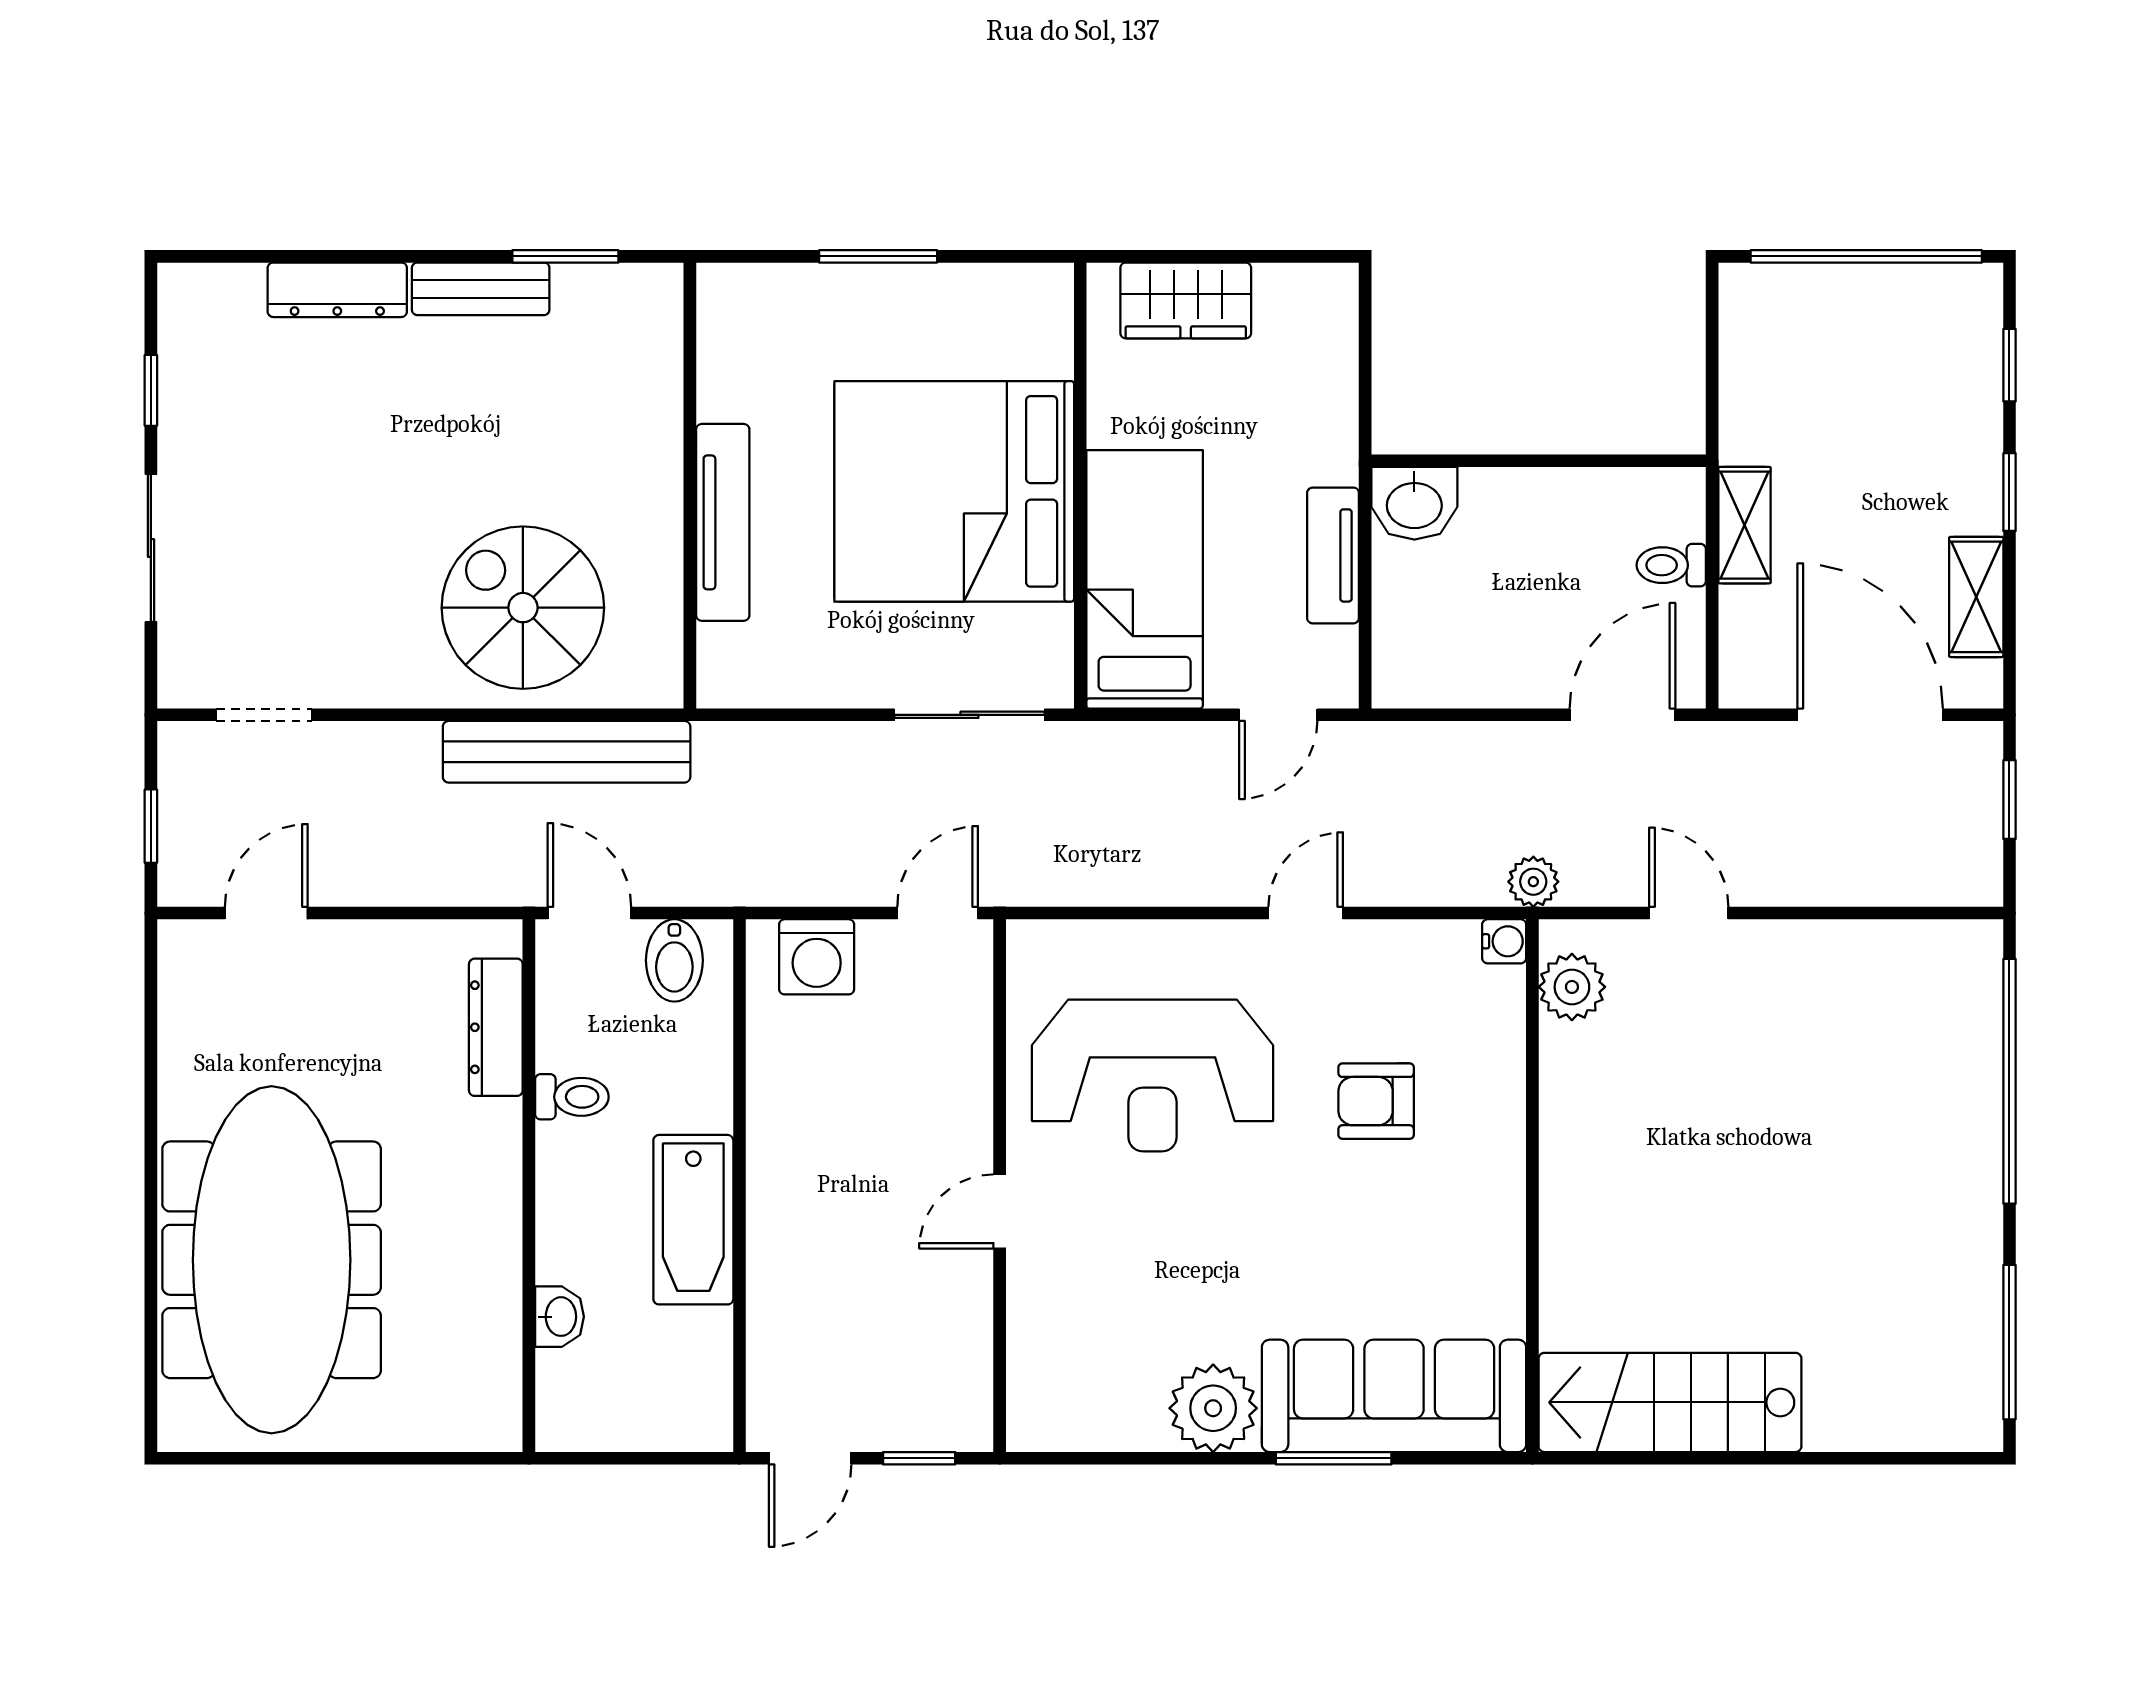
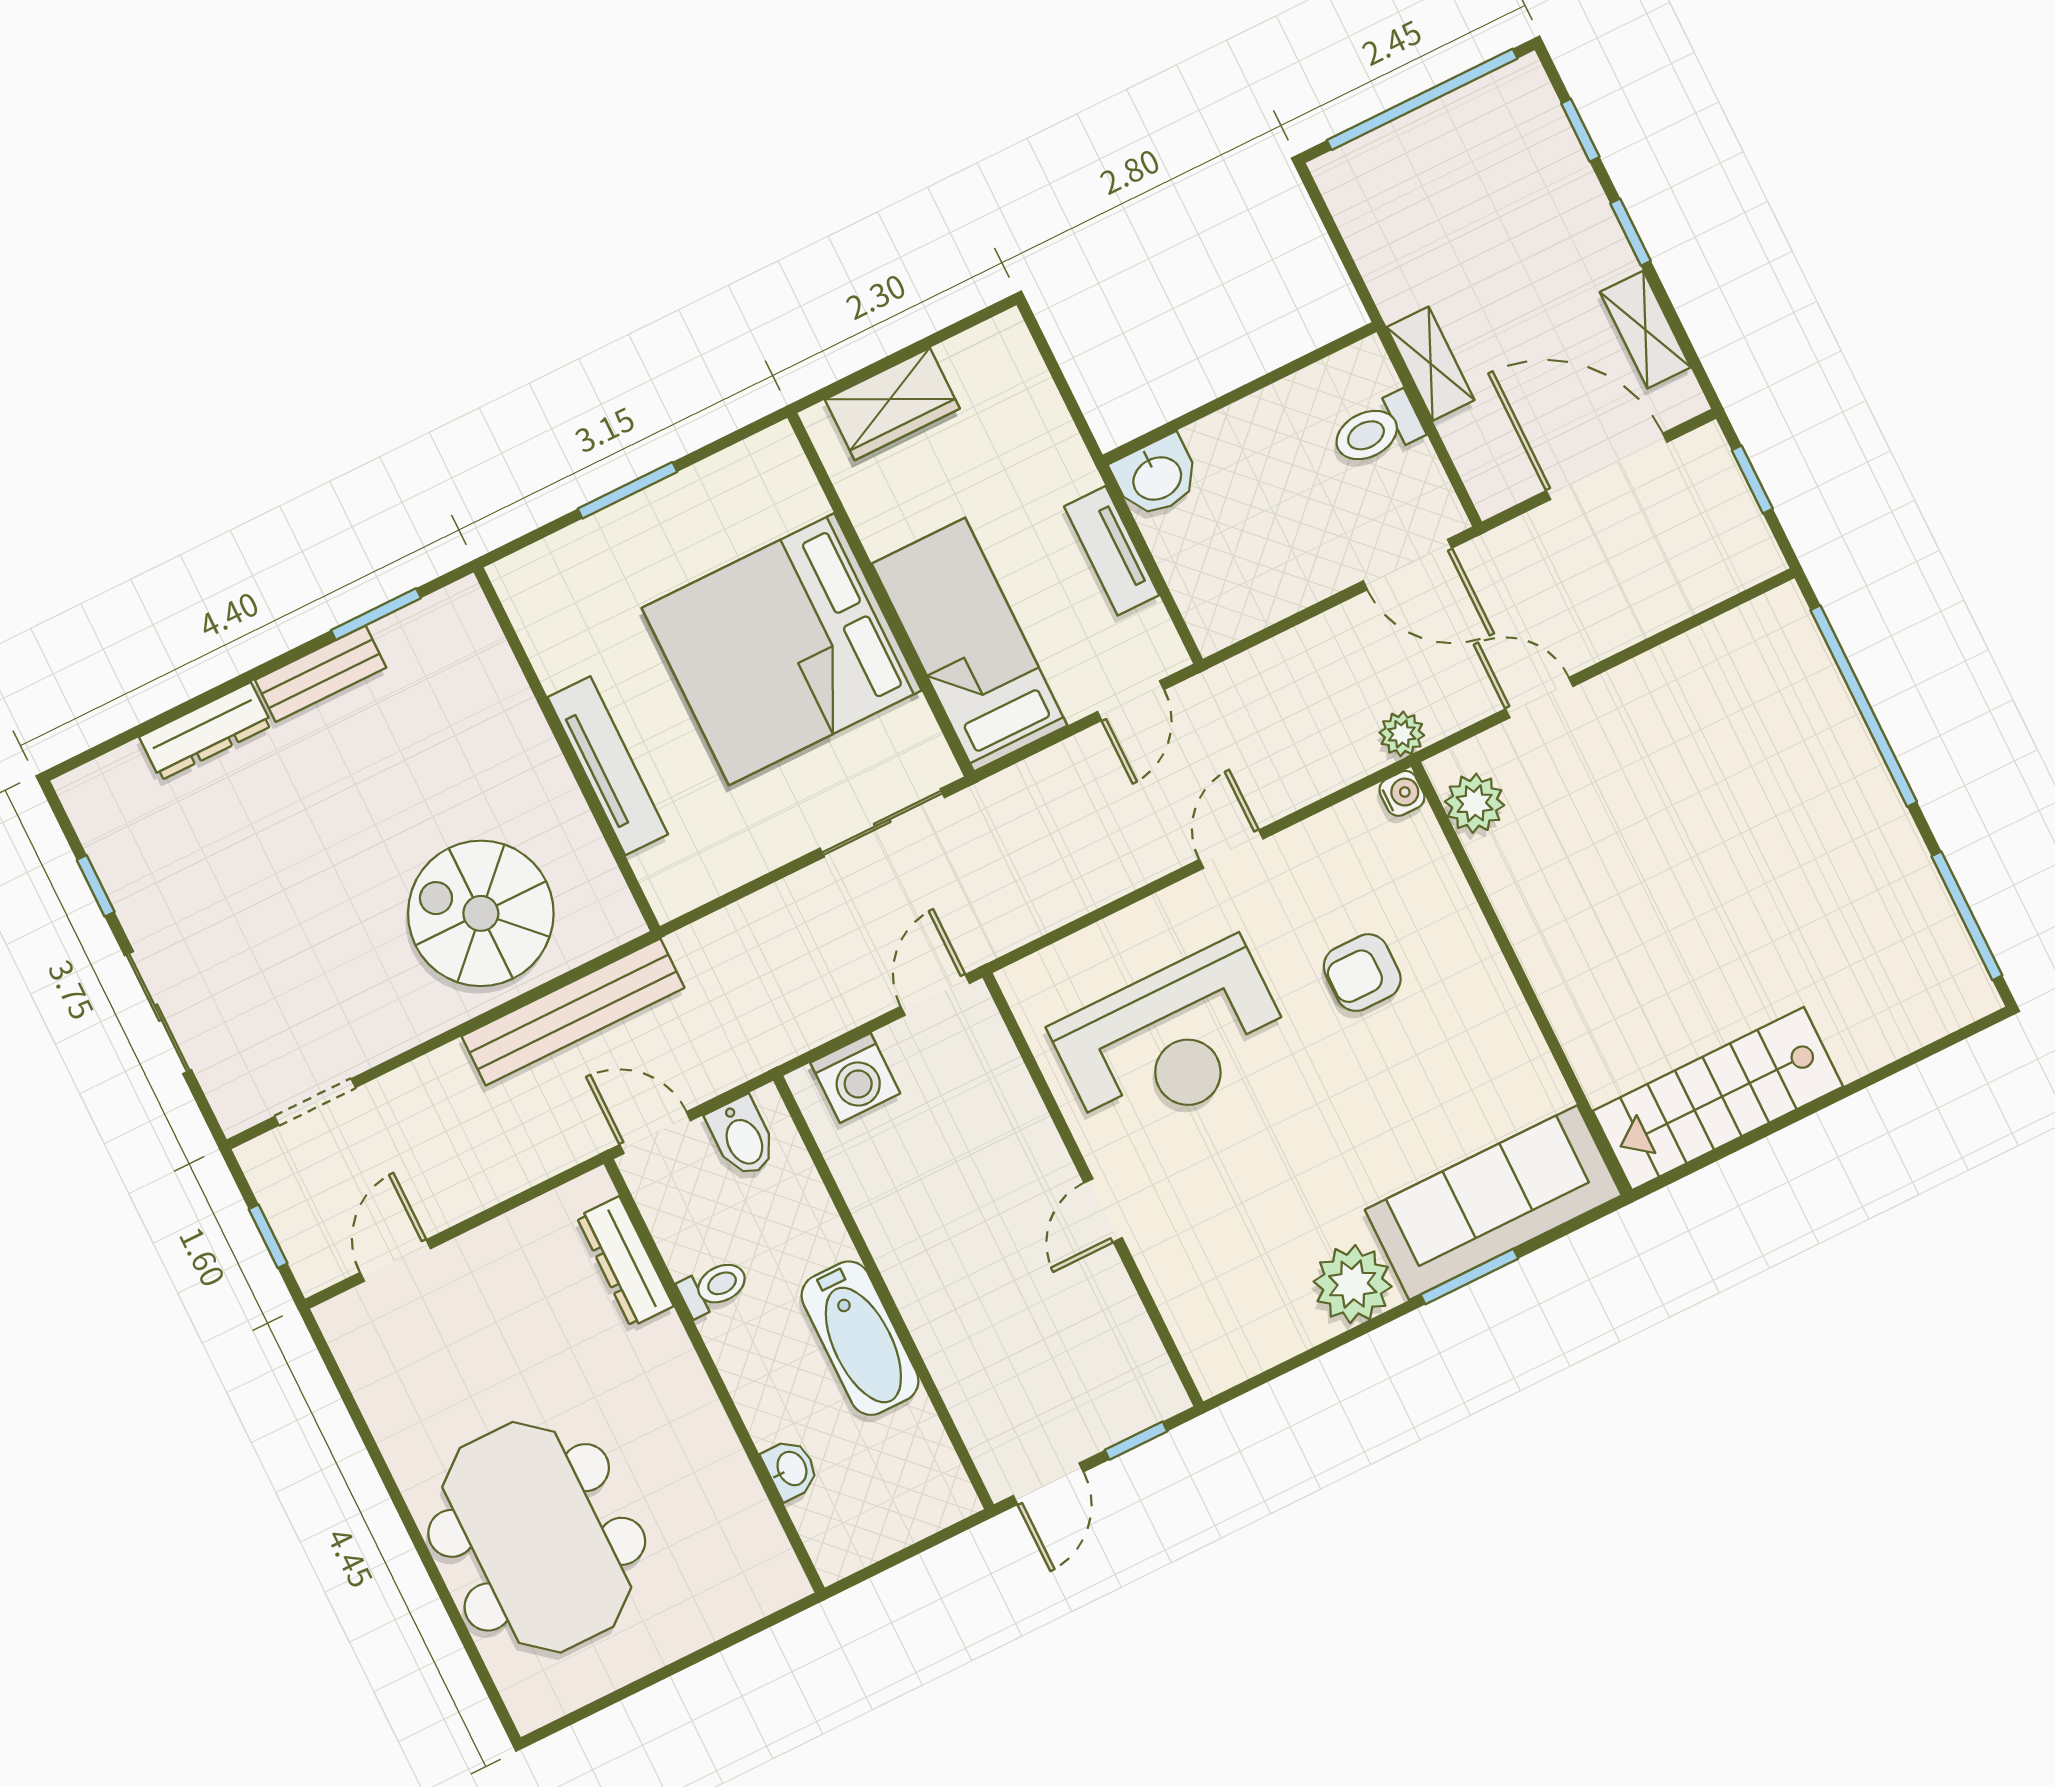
toilet: (1671, 565) -> (1377, 430), width x1.37, depth x1.39
door: (1623, 715) -> (1407, 564), swing flipped
meeting table: (272, 1260) -> (537, 1537), width x0.73

